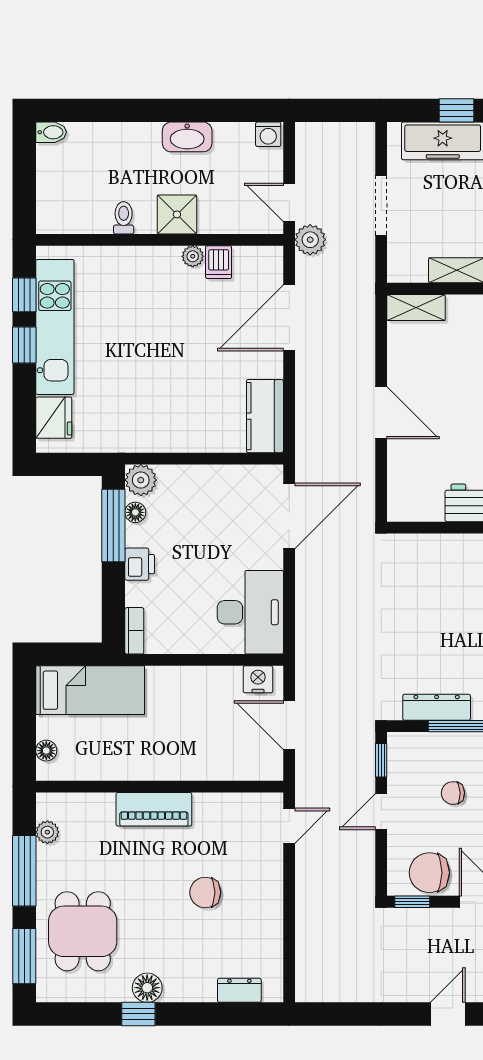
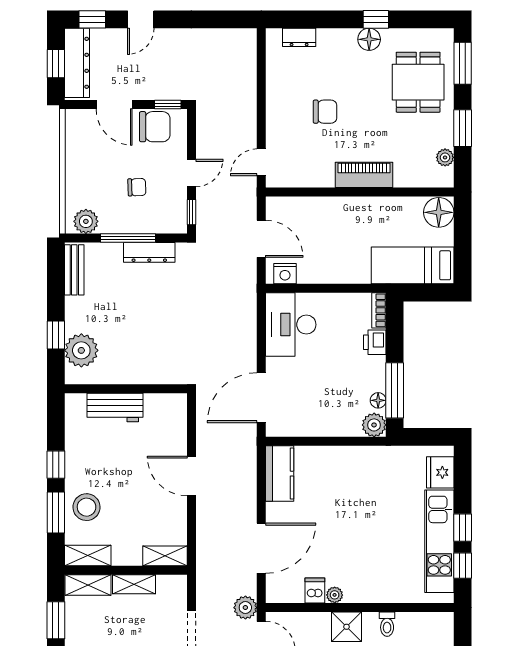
printer: (140, 564) -> (375, 342), moved
floor lamp: (46, 751) -> (439, 212), width x1.89, depth x1.89
window: (24, 871) -> (463, 128), width x0.69

